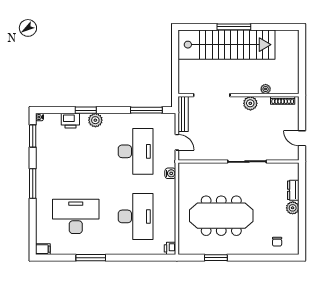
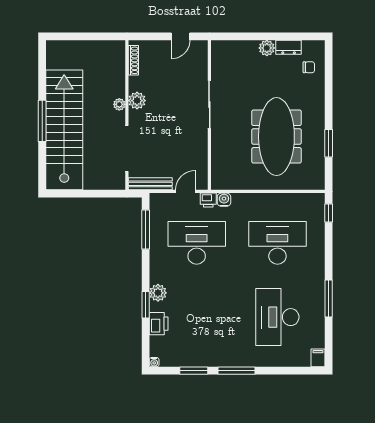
plant: (266, 89) -> (119, 104), moved
window: (33, 136) -> (194, 371), moved
dresser: (293, 190) -> (289, 47), moved
printer: (170, 248) -> (208, 200), moved
window: (160, 258) -> (329, 213), added

